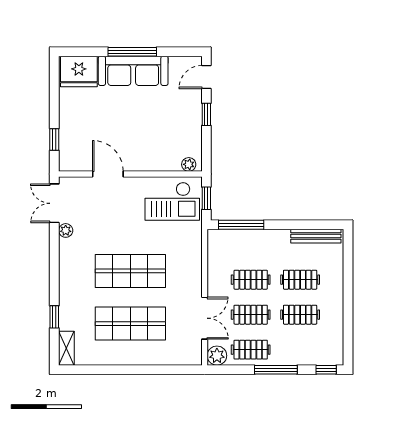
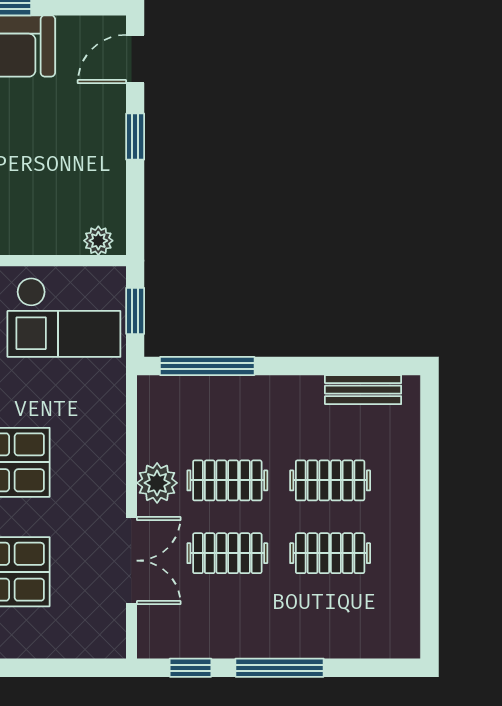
bench: (316, 236) -> (363, 390), width x0.73
clothes rail: (251, 350) -> (227, 626), removed
plant: (217, 356) -> (157, 483), moved
window: (326, 370) -> (190, 668), moved

